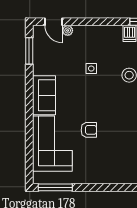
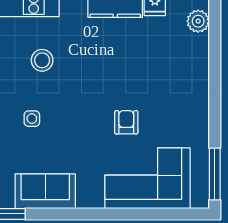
sofa: (44, 95) -> (45, 191), moved

